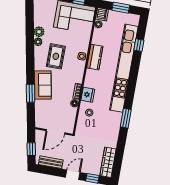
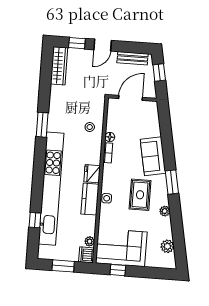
plant: (39, 32) -> (167, 246), moved
window: (31, 93) -> (172, 182), moved
fridge: (88, 95) -> (92, 174), moved

